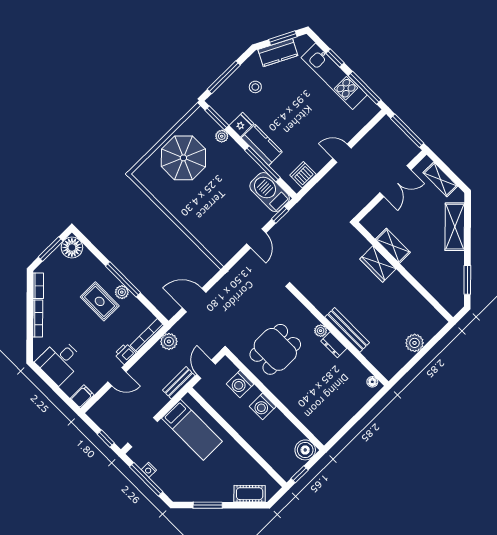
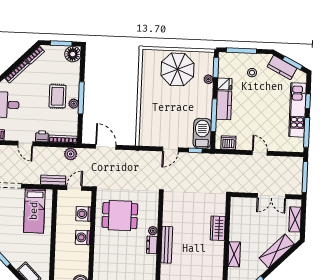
shelving: (393, 246) -> (234, 254), moved

